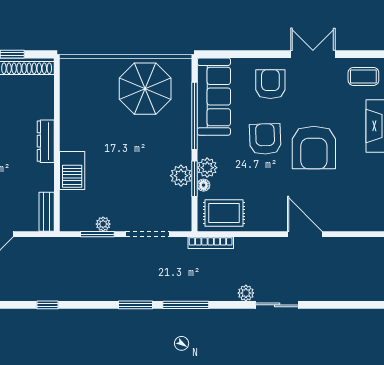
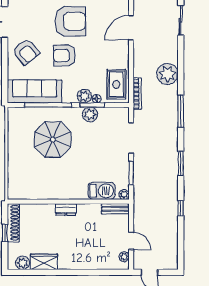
armchair: (270, 84) -> (26, 52), turned -129
parasol: (145, 89) -> (53, 140), moved
dresser: (46, 141) -> (66, 209), width x0.70
barbecue: (72, 170) -> (102, 191), moved
plant: (103, 224) -> (124, 194), moved
plant: (246, 293) -> (167, 74), width x1.87, depth x1.87
window: (135, 305) -> (181, 163), moved
sliding door: (277, 305) -> (181, 20), moved

